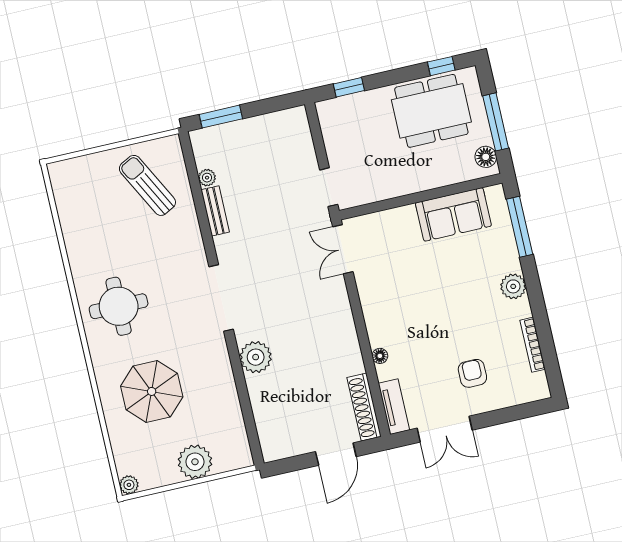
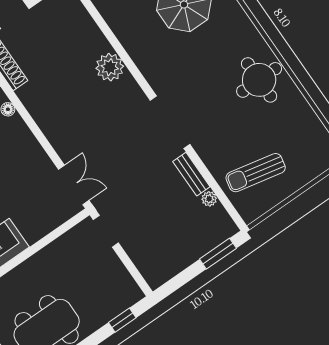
sun lounger: (147, 185) -> (256, 173), turned 130
doorway: (221, 298) -> (170, 122), moved
round table: (119, 306) -> (259, 80), moved

